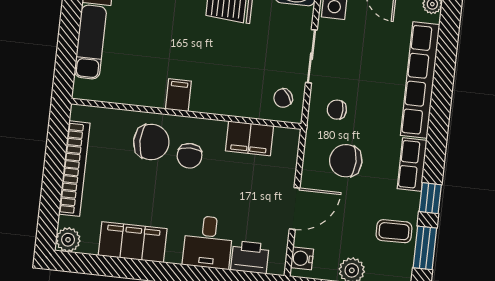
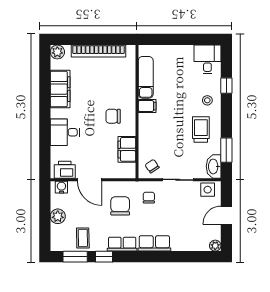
exam couch: (90, 42) -> (146, 77), moved, turned -90
row of seats: (420, 80) -> (154, 243), width x0.50
chair: (151, 142) -> (119, 93), removed
printer: (250, 257) -> (65, 170), moved, turned -90

